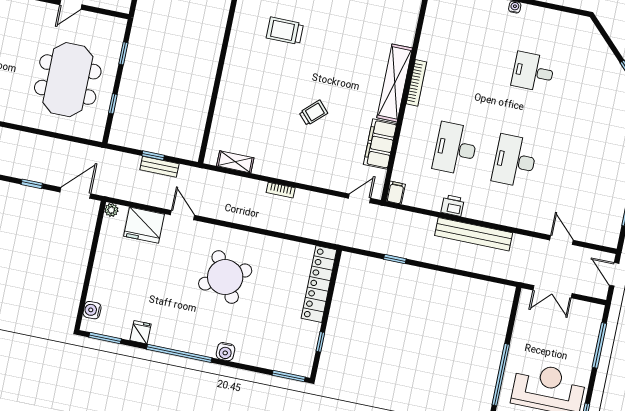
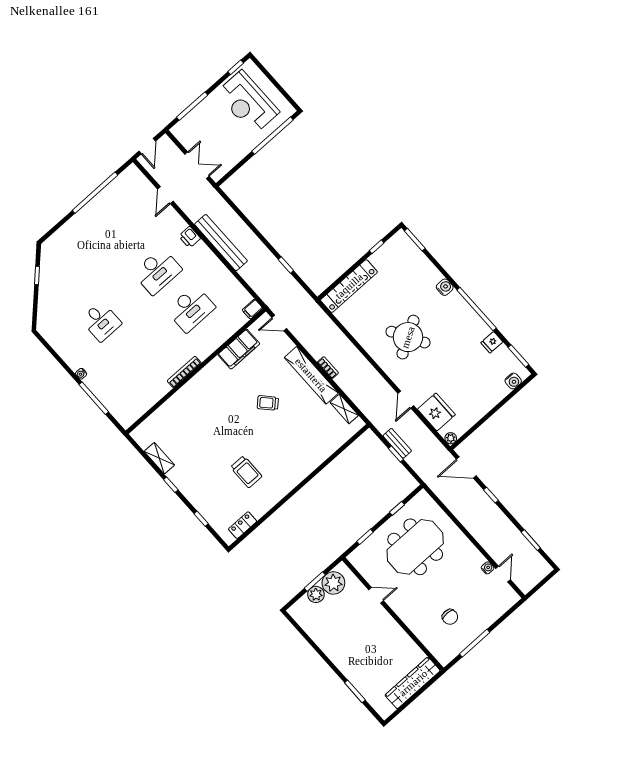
shelving: (395, 83) -> (311, 375), moved, turned 90
printer: (453, 205) -> (190, 237), moved

